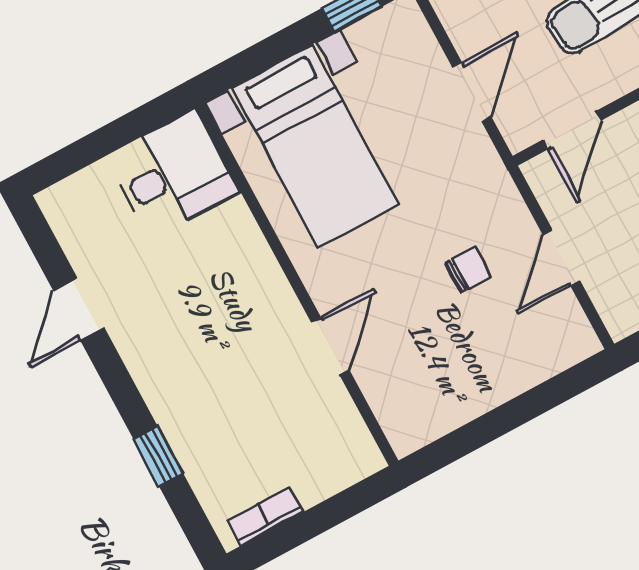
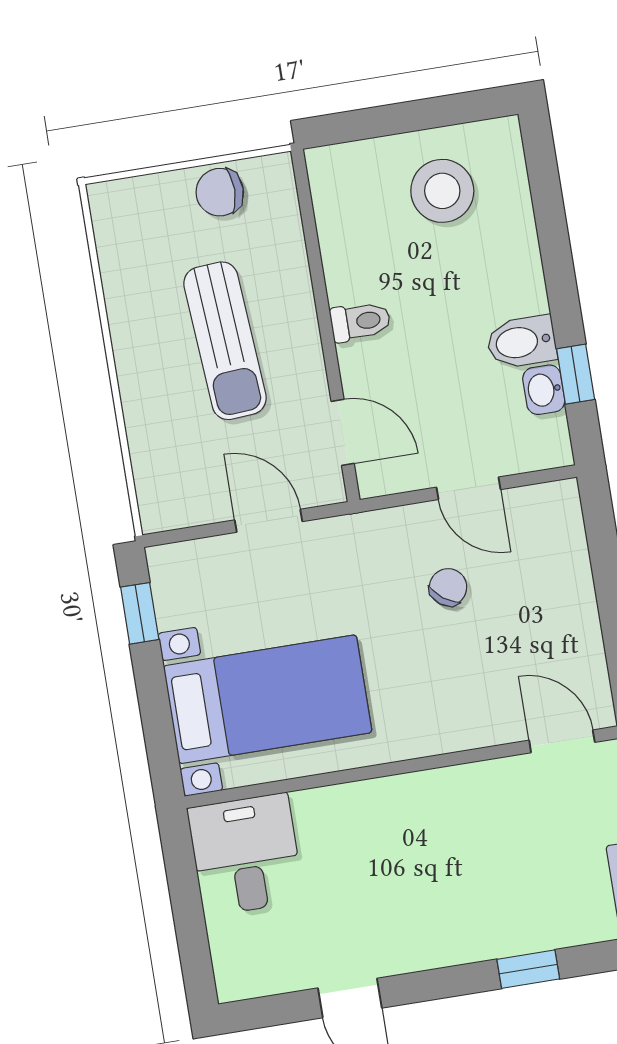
chair: (468, 270) -> (448, 587), turned 37
door: (330, 346) -> (562, 741), moved

